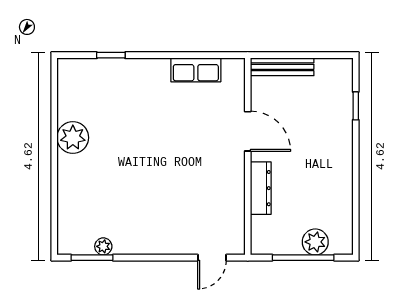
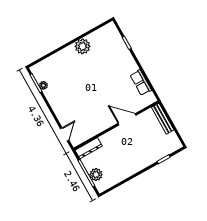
door: (248, 131) -> (127, 119), swing flipped
dresser: (261, 188) -> (89, 148), moved
door: (212, 258) -> (65, 134), swing flipped

